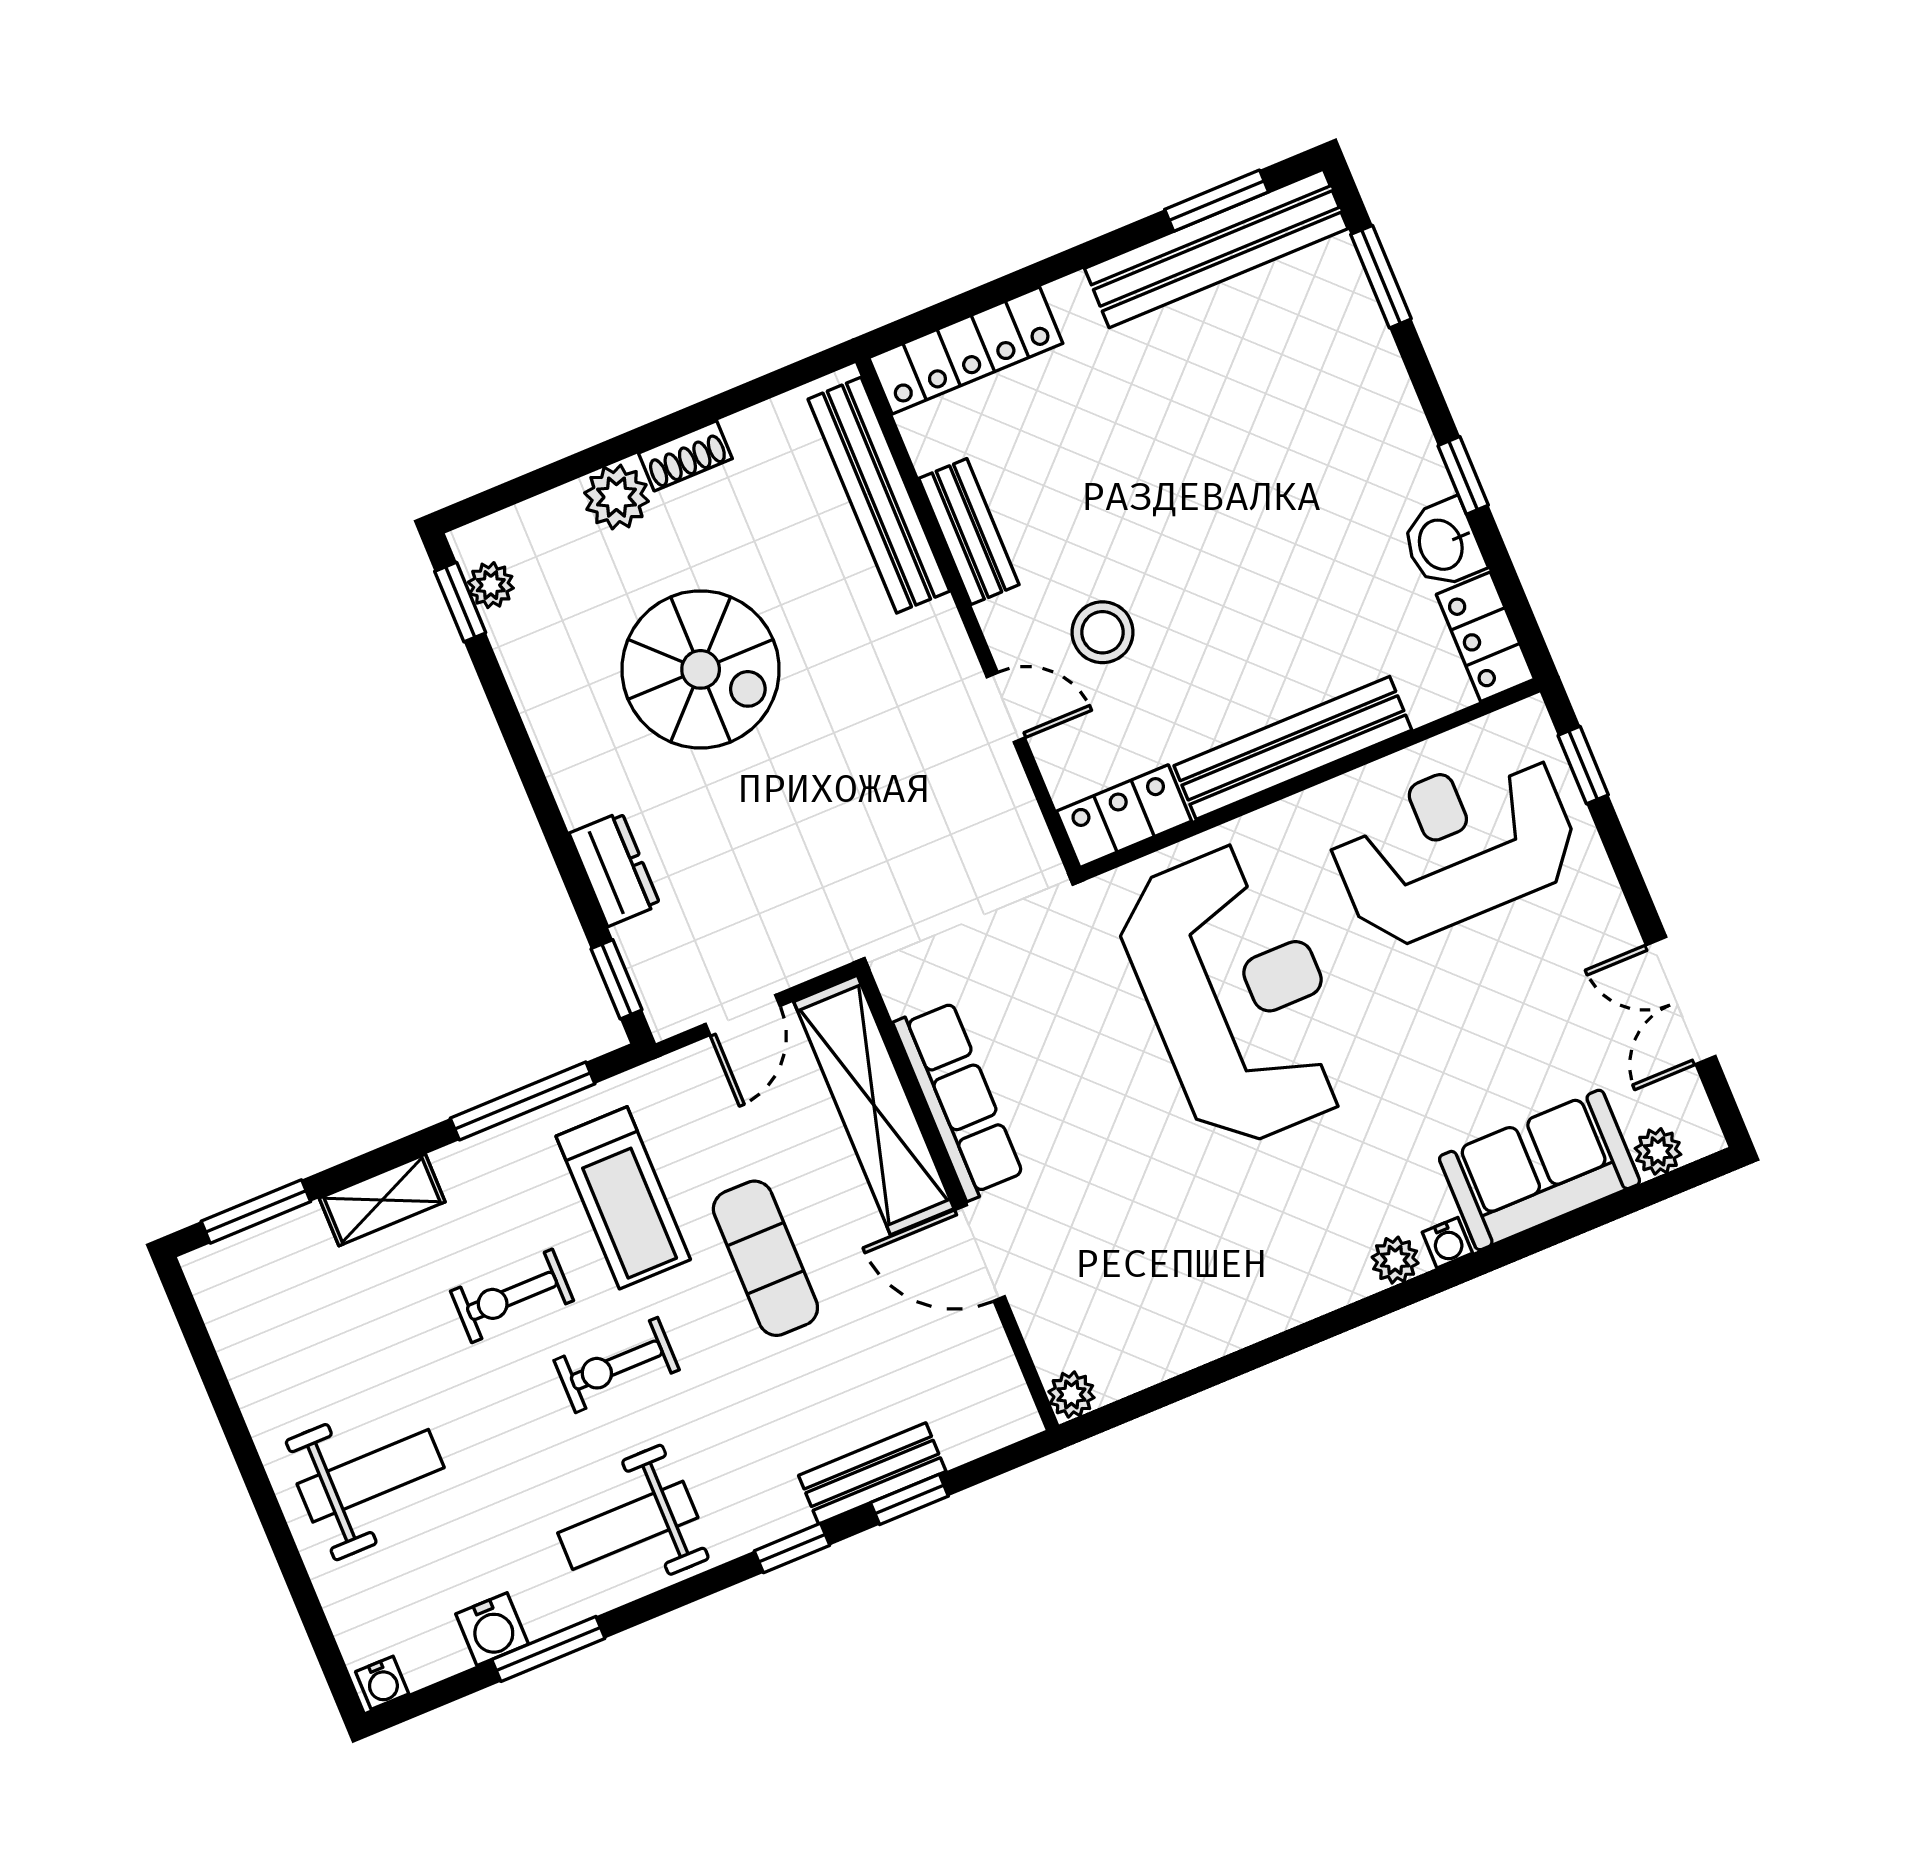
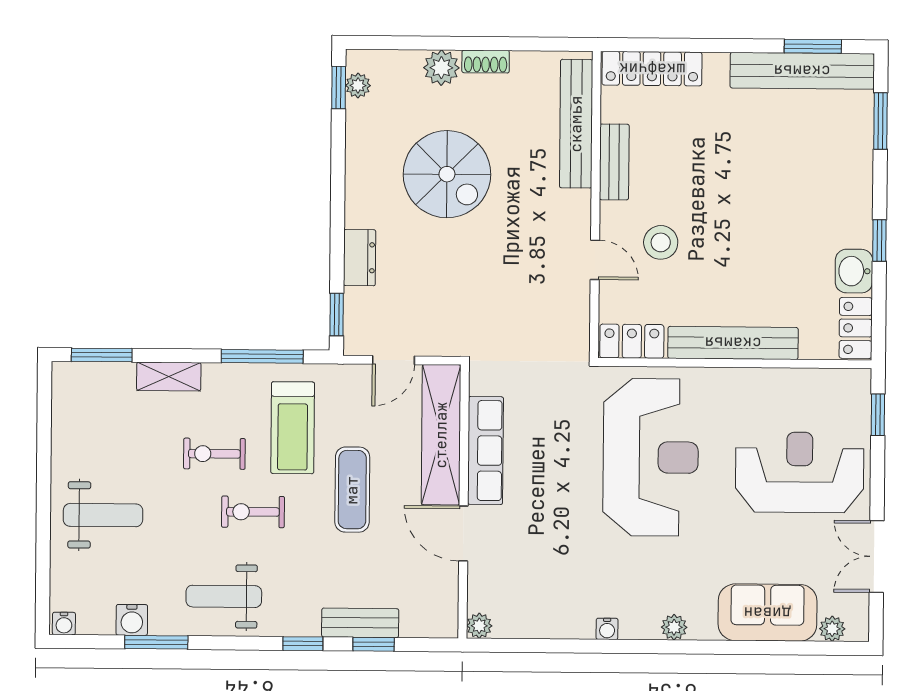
reception desk: (1454, 846) -> (800, 472), moved
water cooler: (1447, 1243) -> (607, 629), moved

